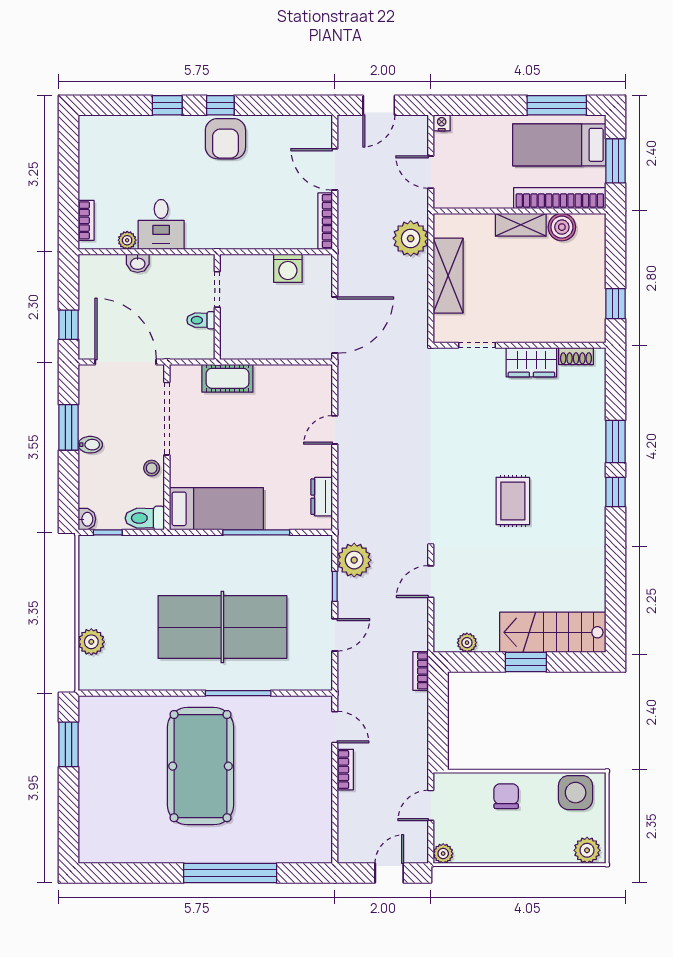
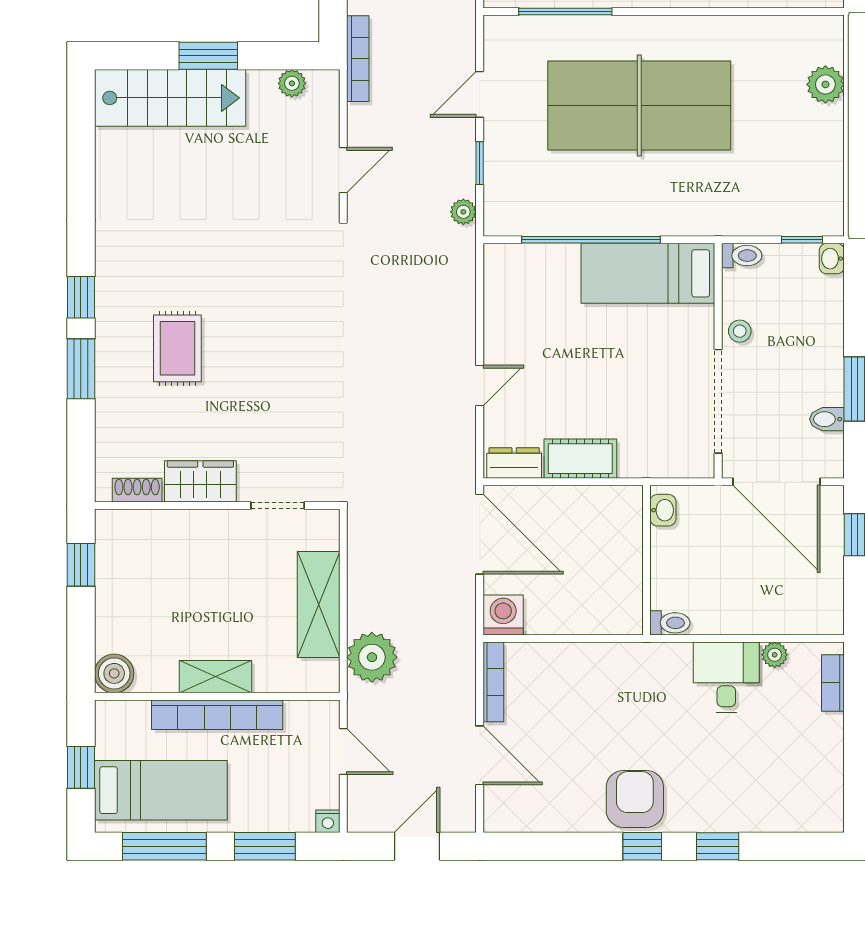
window: (486, 105) -> (265, 846), added
window: (615, 161) -> (81, 767), width x0.67
bookcase: (560, 198) -> (217, 715), moved
boiler: (562, 227) -> (114, 673), moved
washbasin: (138, 263) -> (663, 510), moved, turned 90
washing machine: (288, 268) -> (503, 615), moved
doorway: (217, 289) -> (647, 585), removed
toilet: (201, 320) -> (670, 623), moved
door: (335, 325) -> (480, 534), swing flipped
cot: (227, 378) -> (580, 459), moved
bidet: (90, 445) -> (827, 419), moved
dresser: (322, 497) -> (514, 463), moved, turned -90
rug: (513, 501) -> (177, 348), moved
toilet: (145, 518) -> (742, 256), width x0.73, depth x0.72
window: (256, 532) -> (591, 240), width x1.46
plant: (354, 560) -> (463, 212), width x0.53, depth x0.53
bookcase: (421, 671) -> (358, 59), width x1.56
window: (238, 693) -> (565, 12), moved

